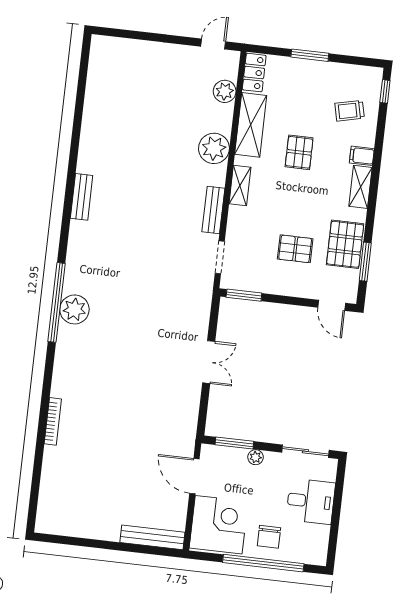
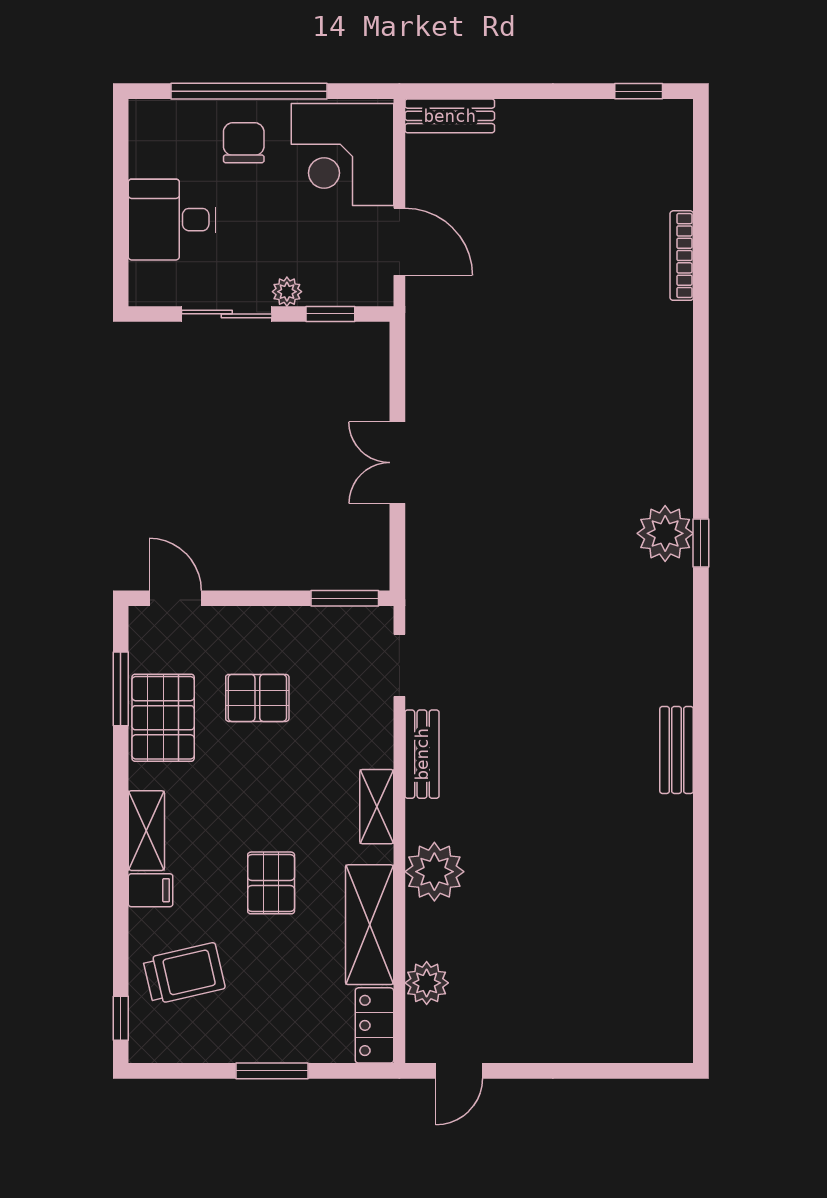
trolley: (350, 111) -> (184, 974), width x1.36, depth x1.39
window: (57, 302) -> (701, 543), width x0.32
bookcase: (53, 421) -> (682, 256), moved
window: (234, 443) -> (330, 314), width x0.67
sliding door: (305, 451) -> (227, 314), moved
bench: (152, 537) -> (450, 116), width x0.73
window: (62, 540) -> (639, 91), added

